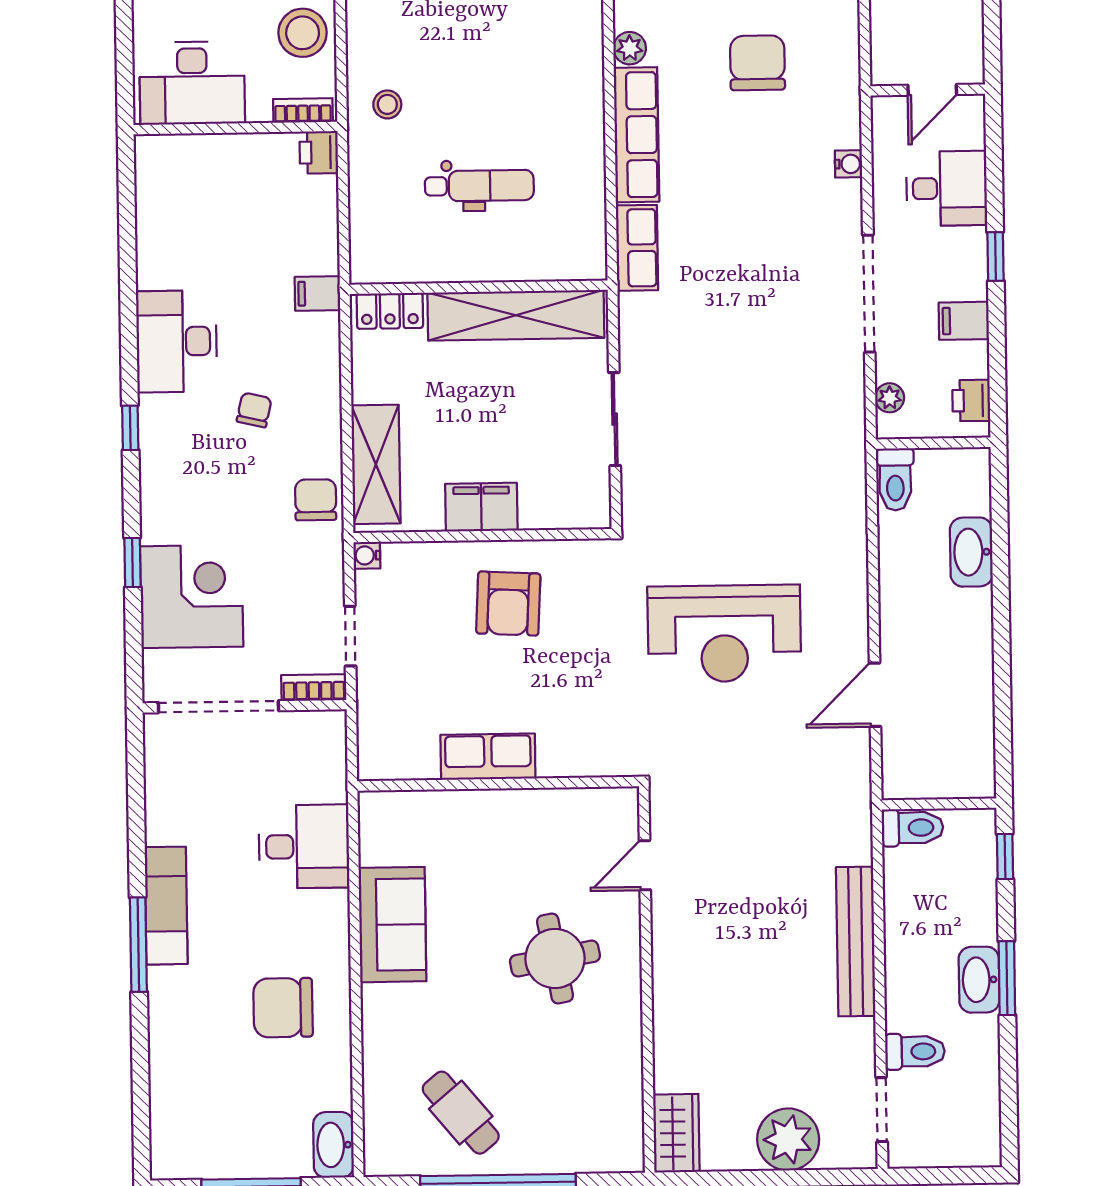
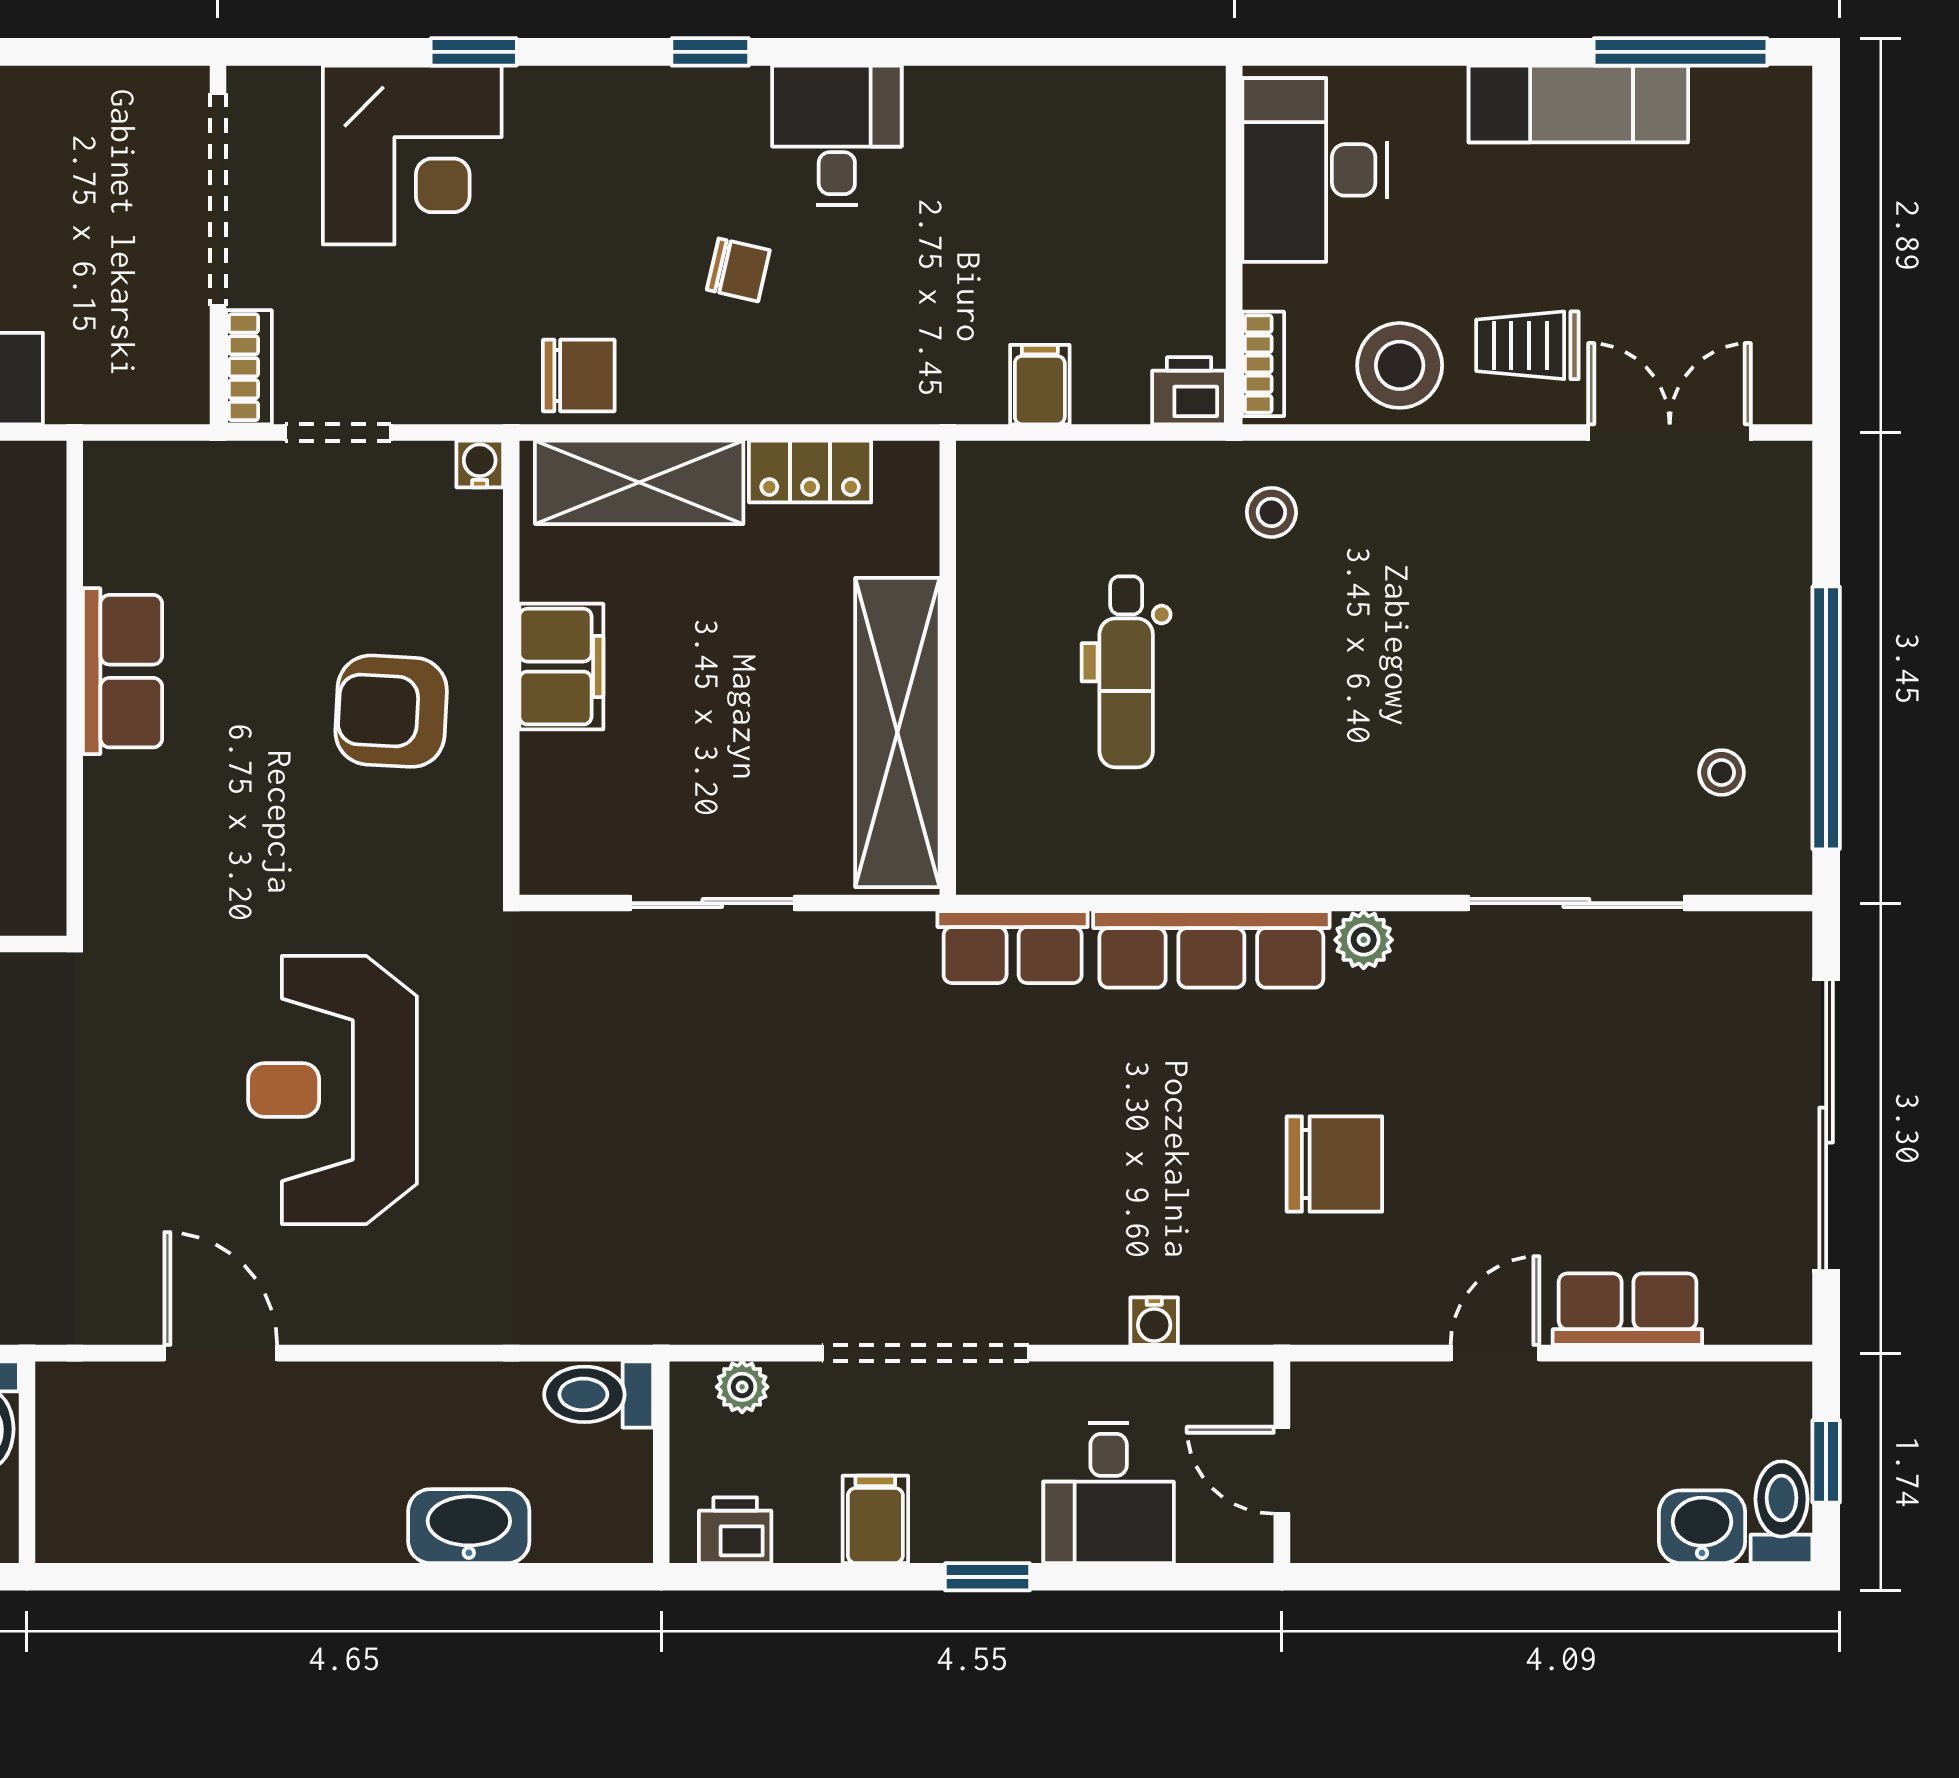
filing cabinet: (318, 294) -> (1040, 385), moved
locker: (390, 311) -> (810, 472), moved, turned -90
desk: (176, 341) -> (837, 135), width x0.73

